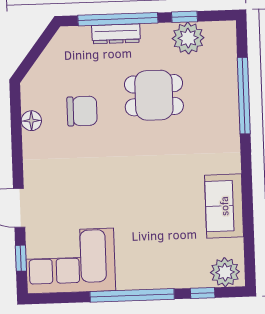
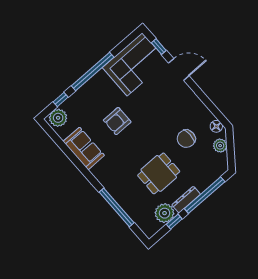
dresser: (116, 34) -> (186, 200), moved
plant: (46, 67) -> (220, 146), added
floor lamp: (31, 121) -> (216, 126), moved
armchair: (152, 206) -> (117, 121), added

